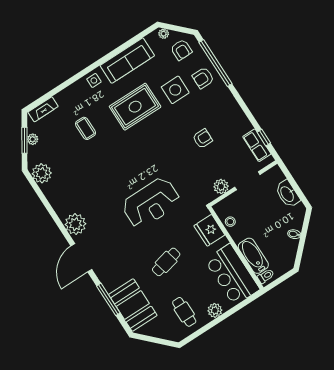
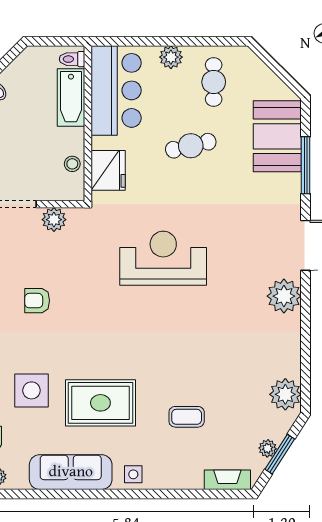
coffee table: (86, 128) -> (187, 417), turned 90
cafe table: (166, 262) -> (191, 146), moved

